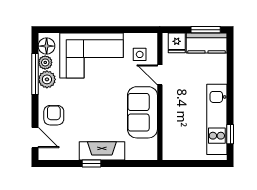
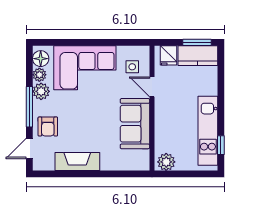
window: (35, 74) -> (29, 107), moved
armchair: (54, 115) -> (48, 127), turned 180
door: (35, 138) -> (29, 149), swing flipped
fireplace: (102, 151) -> (77, 162), moved
plant: (174, 151) -> (166, 162), added
window: (92, 164) -> (85, 174), removed

